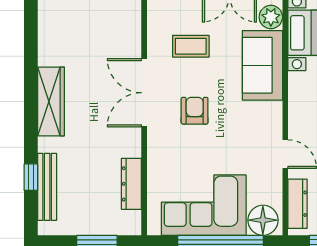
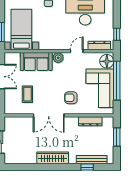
plant: (271, 17) -> (58, 58), moved
armchair: (195, 111) -> (71, 98), moved

